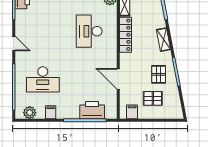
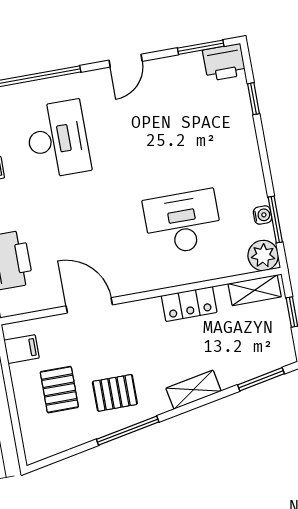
locker: (125, 35) -> (189, 304), width x0.66
desk: (43, 79) -> (58, 139), turned 180
door: (118, 79) -> (89, 305), hinge flipped

